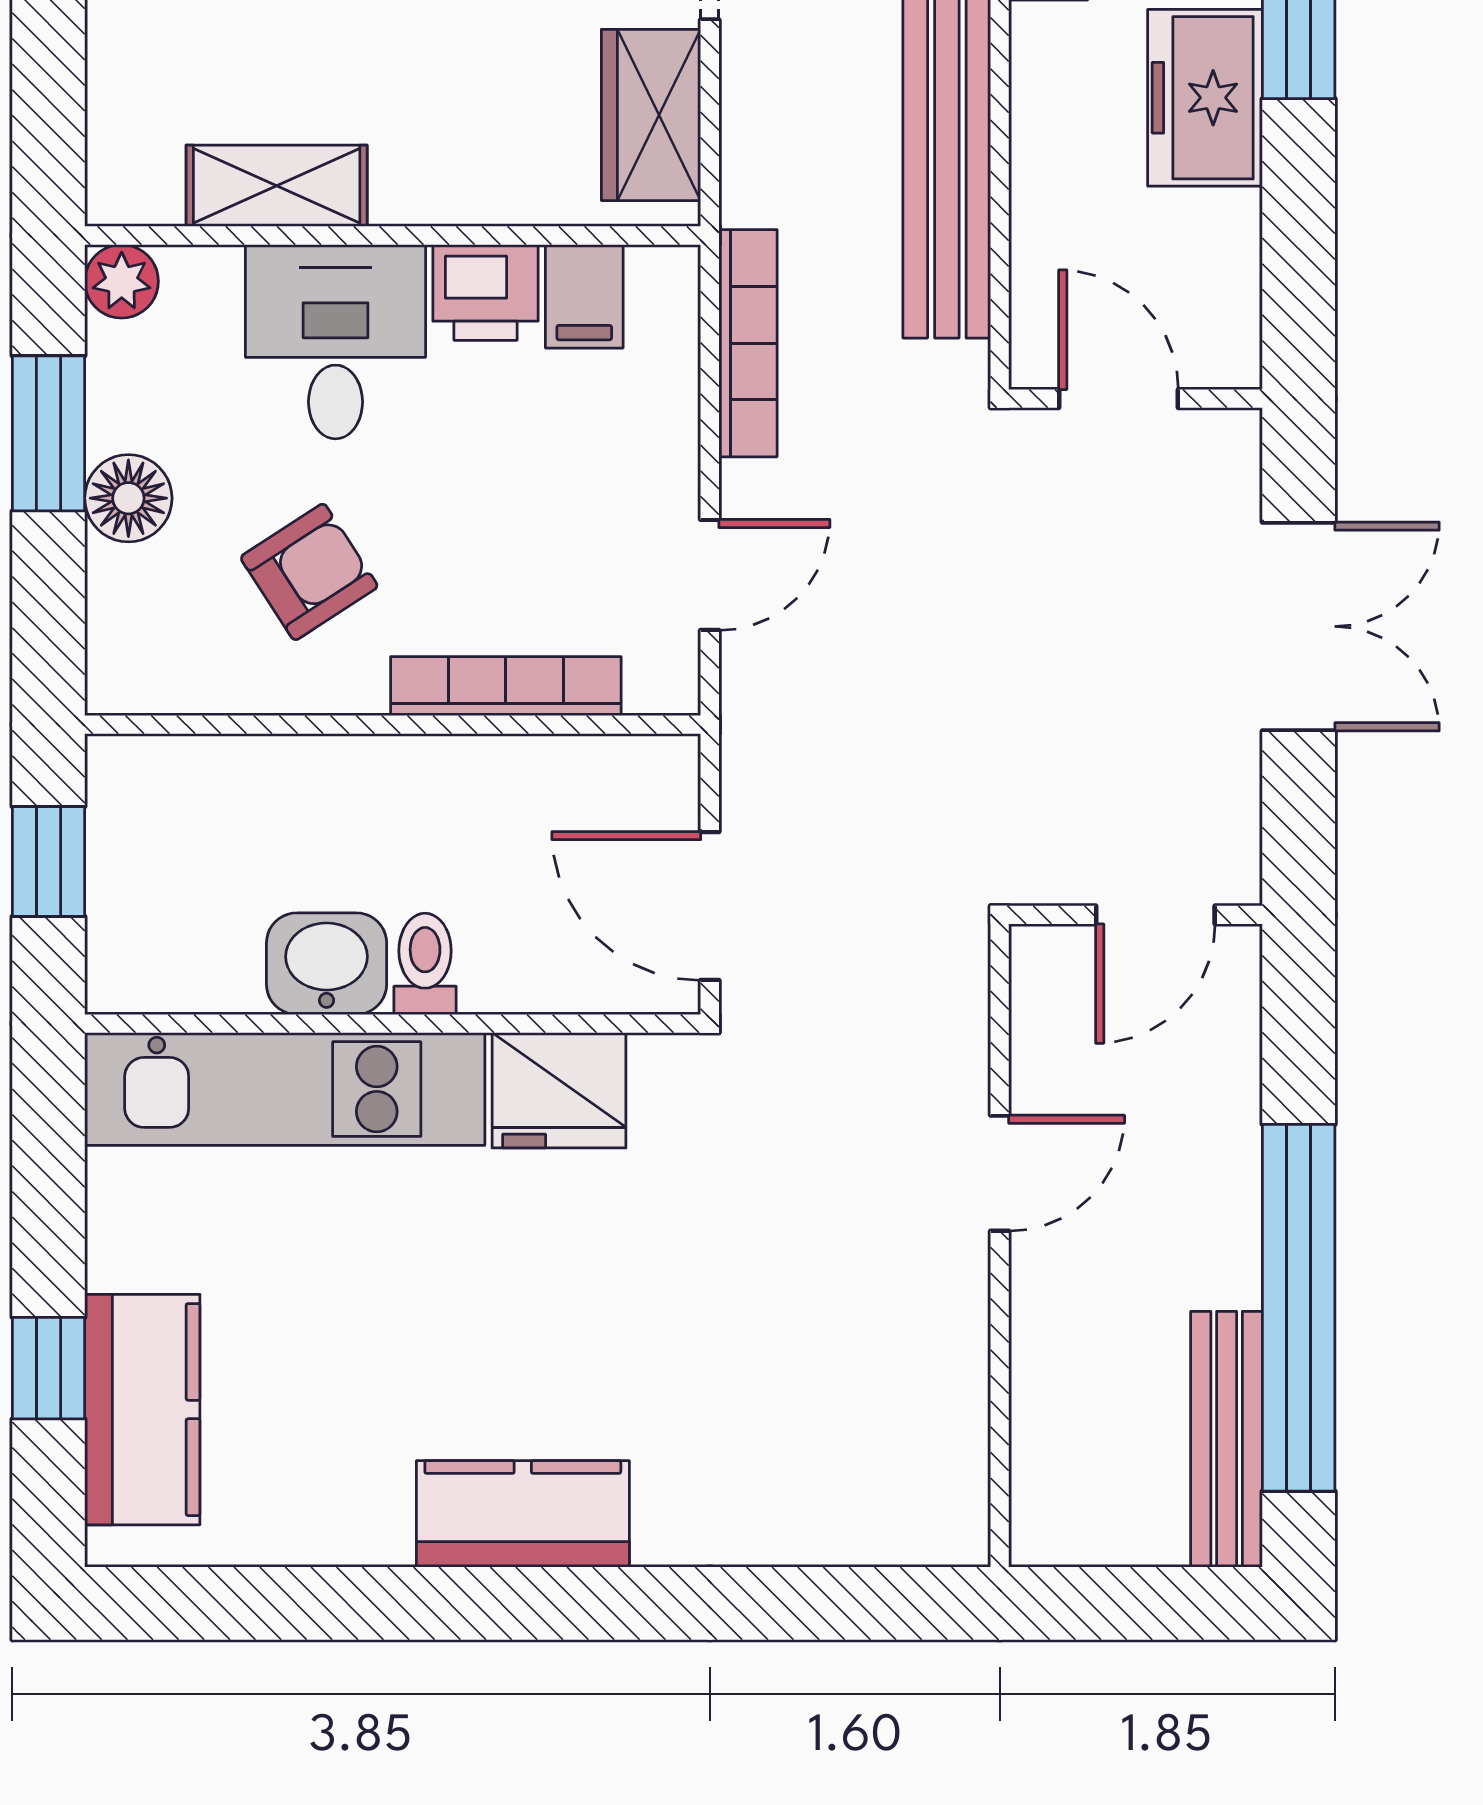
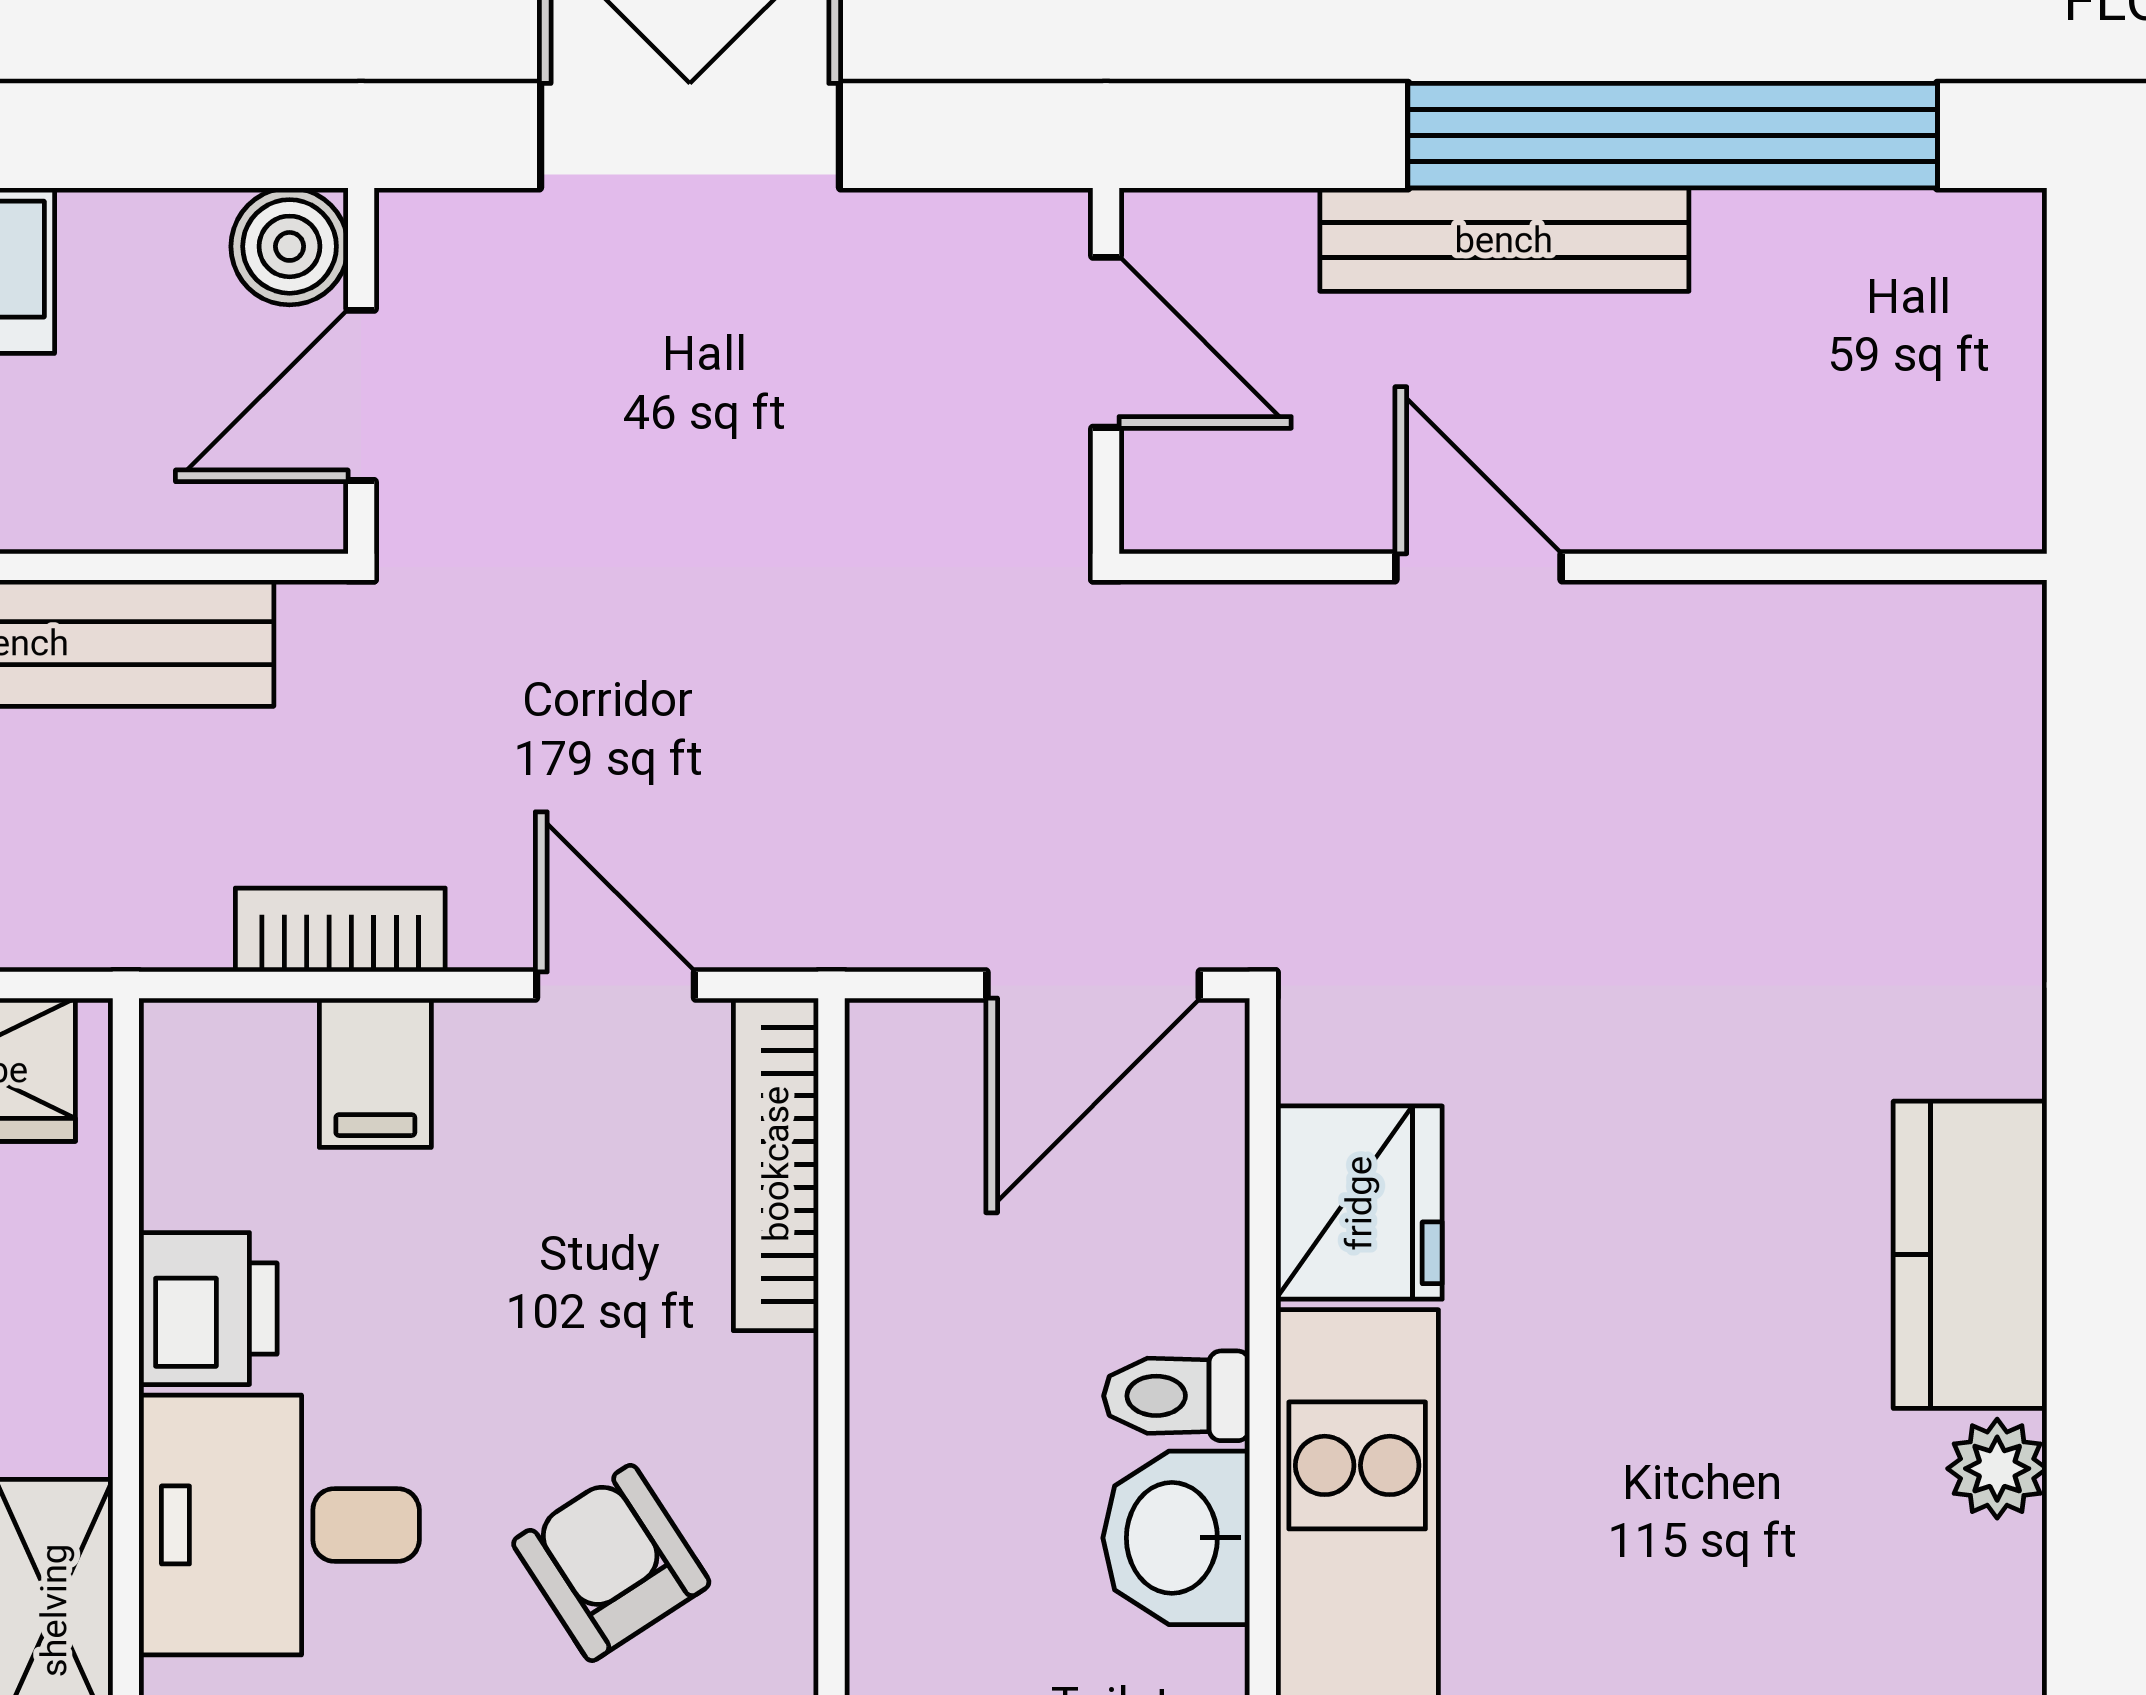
filing cabinet: (584, 296) -> (375, 1073), moved, turned 90
bookcase: (748, 343) -> (340, 930), width x0.64
boiler: (1222, 349) -> (290, 246), added
bookcase: (506, 686) -> (776, 1164), moved
bench: (1227, 1439) -> (1504, 240), moved
plant: (375, 1533) -> (1997, 1469), added

